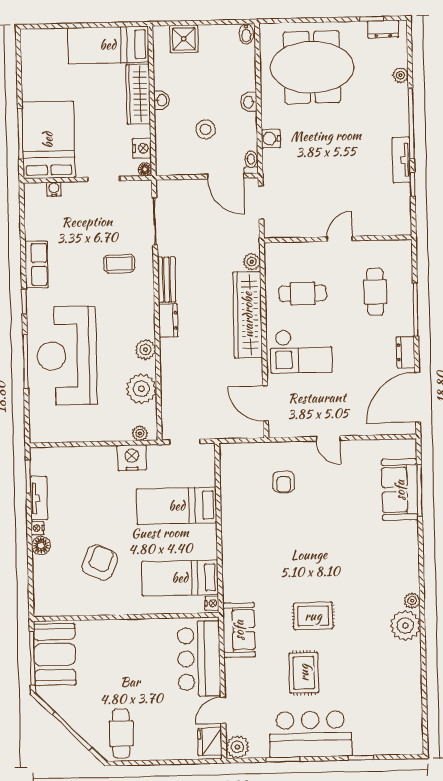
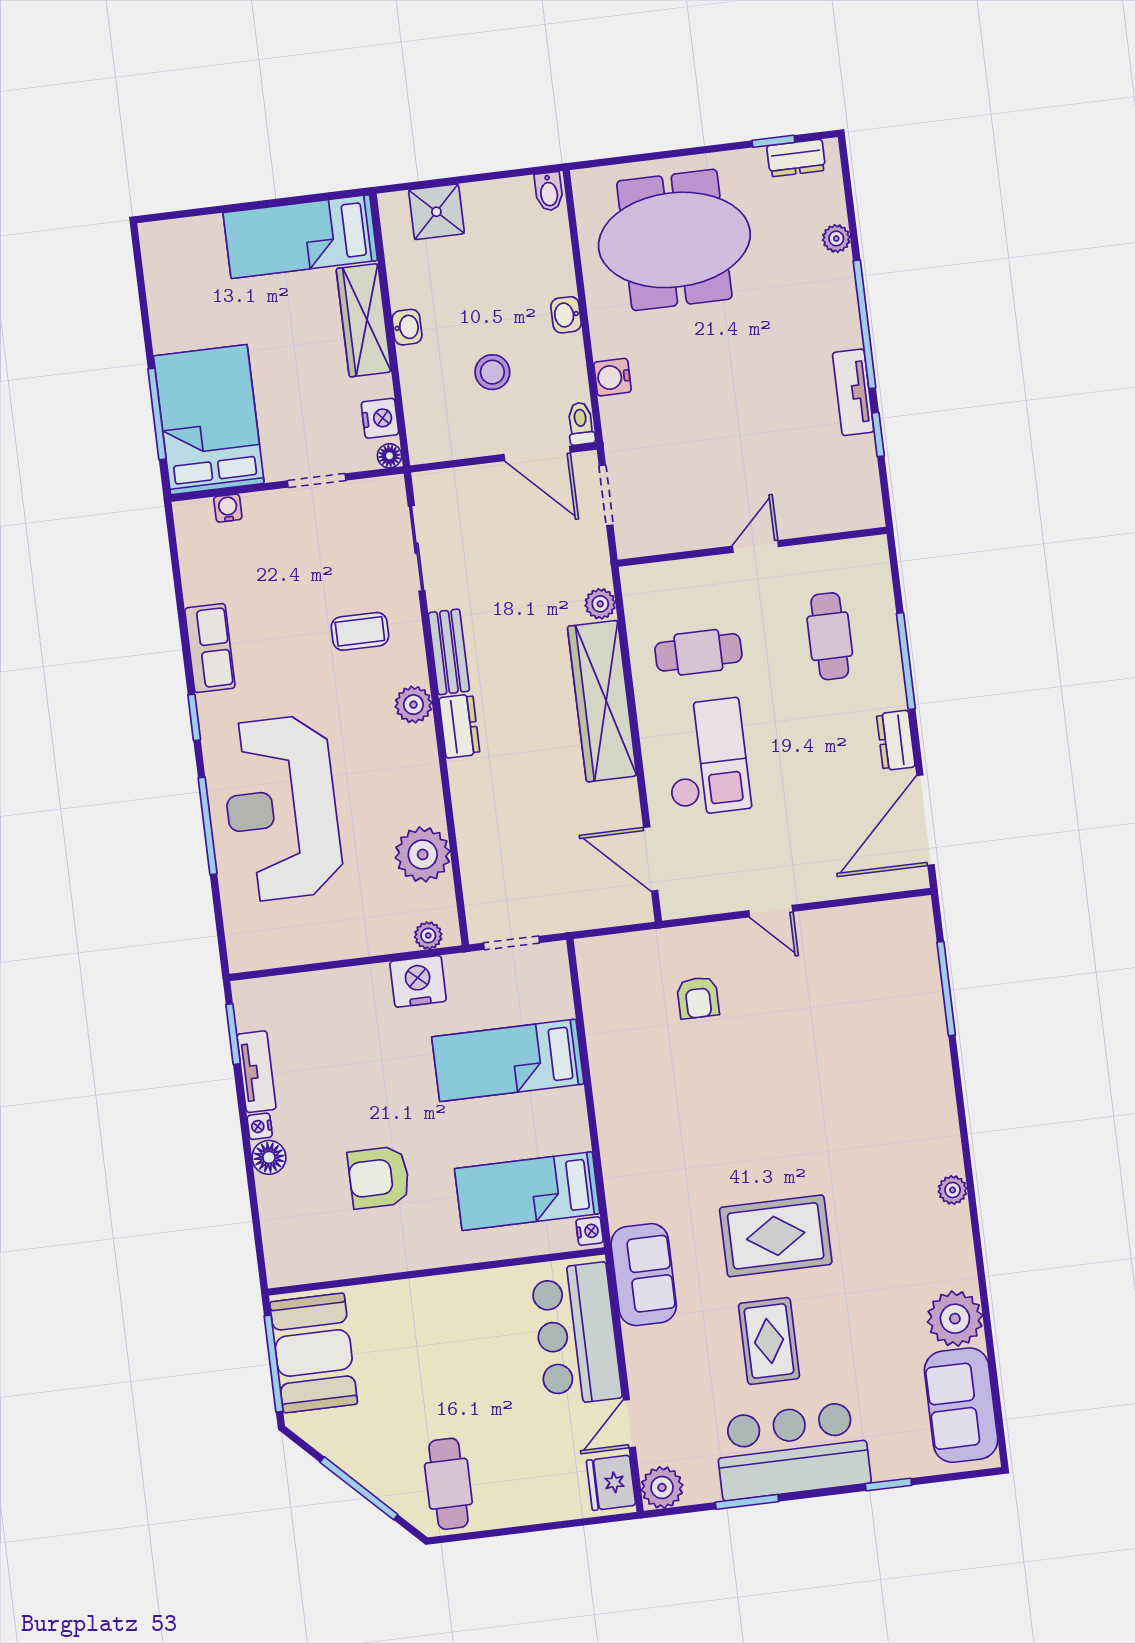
plant: (145, 350) -> (413, 705), moved
checkout: (301, 351) -> (706, 757), turned -90
sofa: (400, 490) -> (961, 1405), moved
armchair: (100, 562) -> (379, 1177), turned -113
rug: (313, 616) -> (776, 1236), width x1.36, depth x1.43
plant: (405, 626) -> (955, 1319), moved

